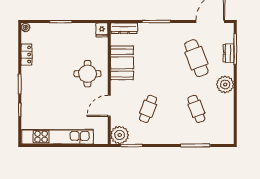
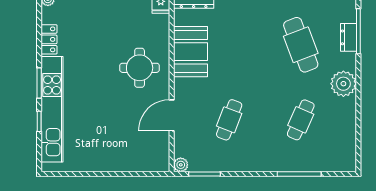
cafe table: (196, 109) -> (301, 120), turned 45
plant: (120, 135) -> (181, 165), width x0.53, depth x0.53
kitchen unit: (58, 137) -> (52, 109), moved, turned 90

